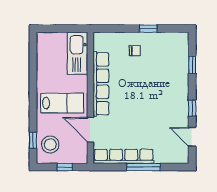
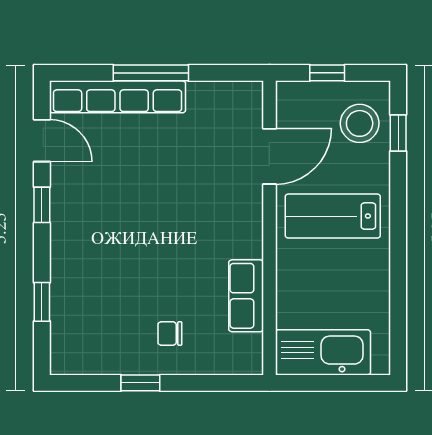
kitchen sink: (78, 53) -> (323, 352), moved, turned -90
row of seats: (101, 84) -> (246, 296), width x0.50
door: (90, 130) -> (269, 156), hinge flipped
row of seats: (124, 156) -> (117, 97), moved

